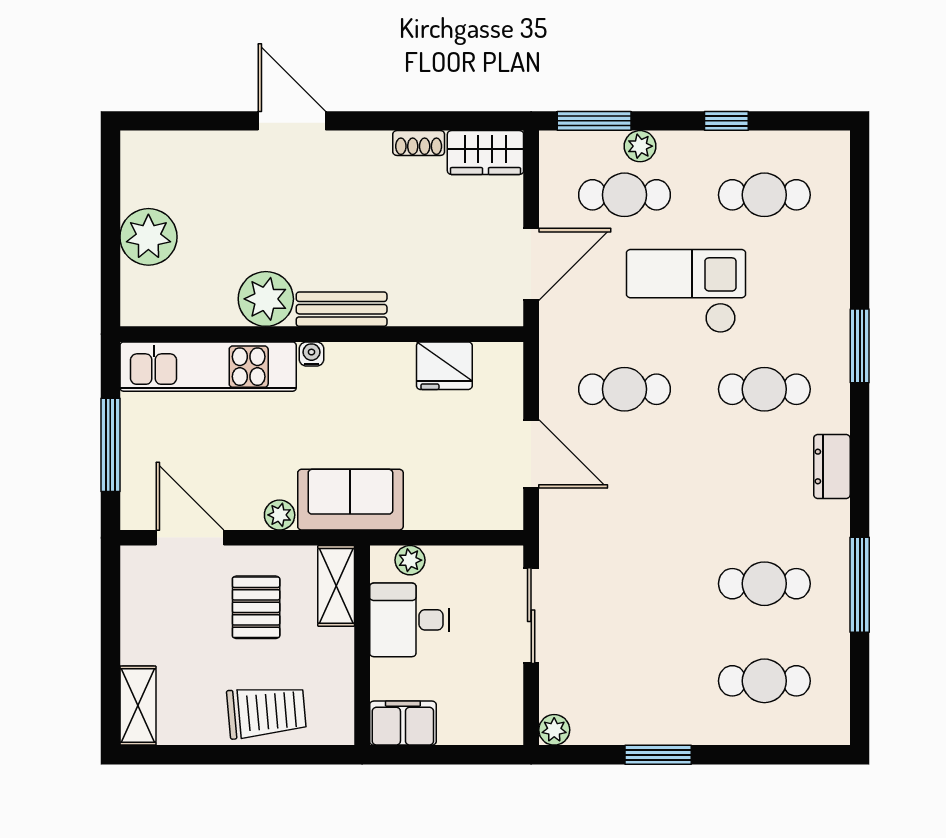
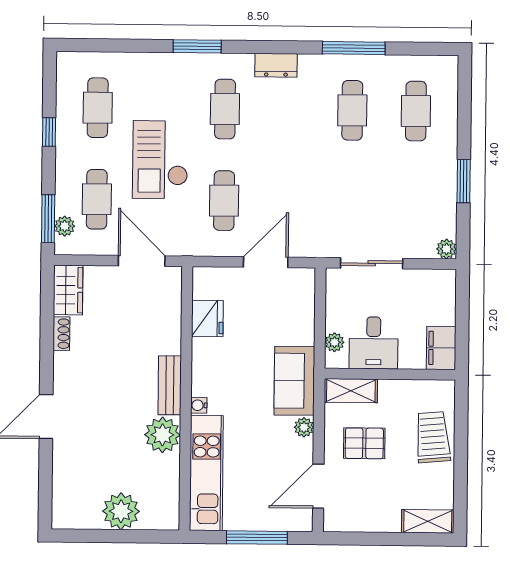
plant: (640, 146) -> (65, 226), moved

